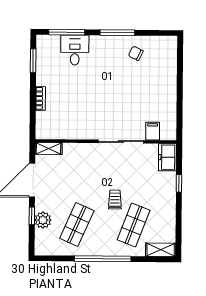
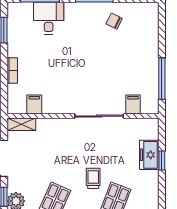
window: (180, 107) -> (162, 79), added
filing cabinet: (61, 130) -> (34, 104), added
freezer: (167, 157) -> (149, 155), moved

